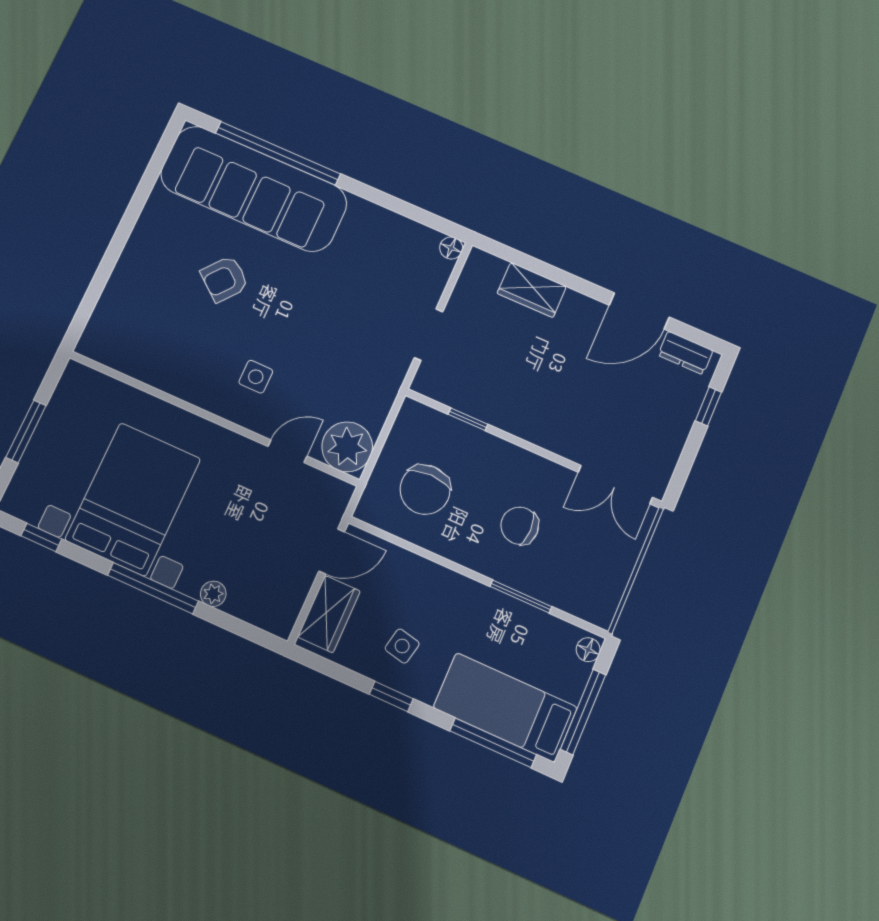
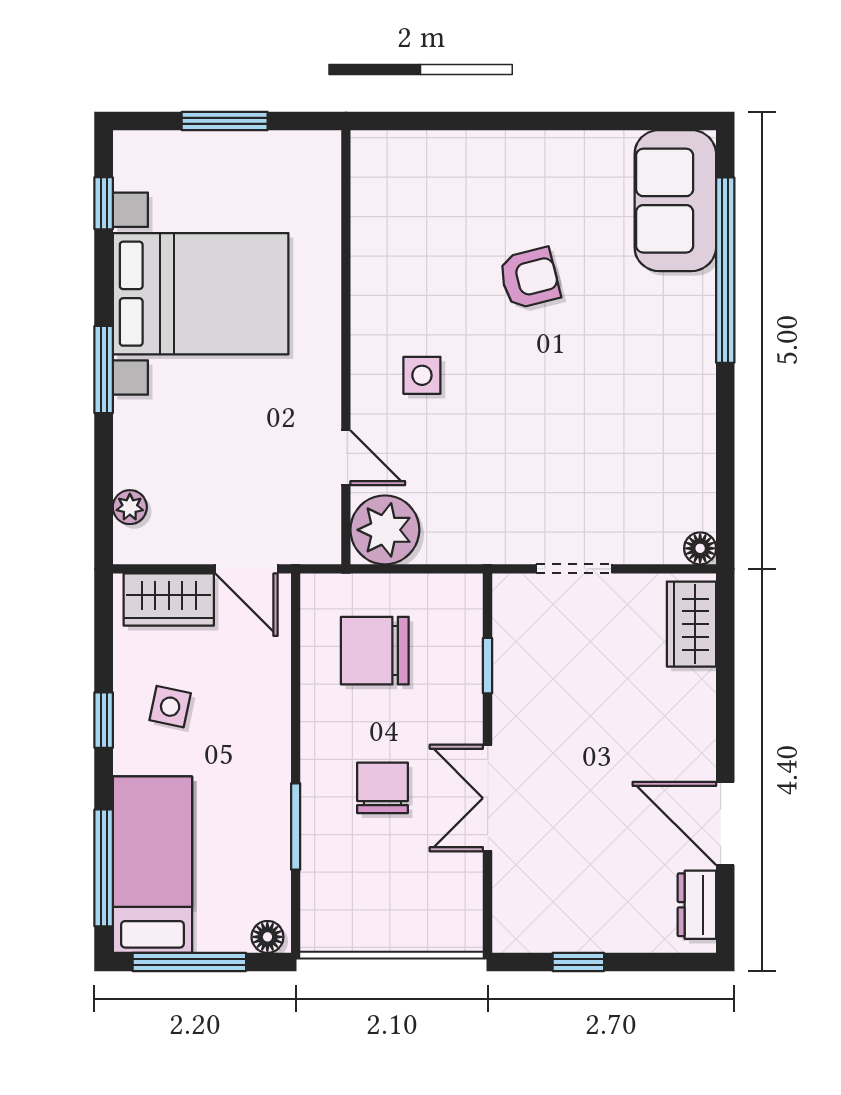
sofa: (254, 189) -> (675, 201), width x0.54, depth x0.79
armchair: (225, 279) -> (529, 278), turned 127
wardrobe: (532, 290) -> (691, 624), moved
window: (708, 406) -> (578, 962), moved
double door: (615, 485) -> (488, 798), moved
window: (153, 588) -> (104, 370), width x0.69
plant: (213, 594) -> (130, 507), moved

